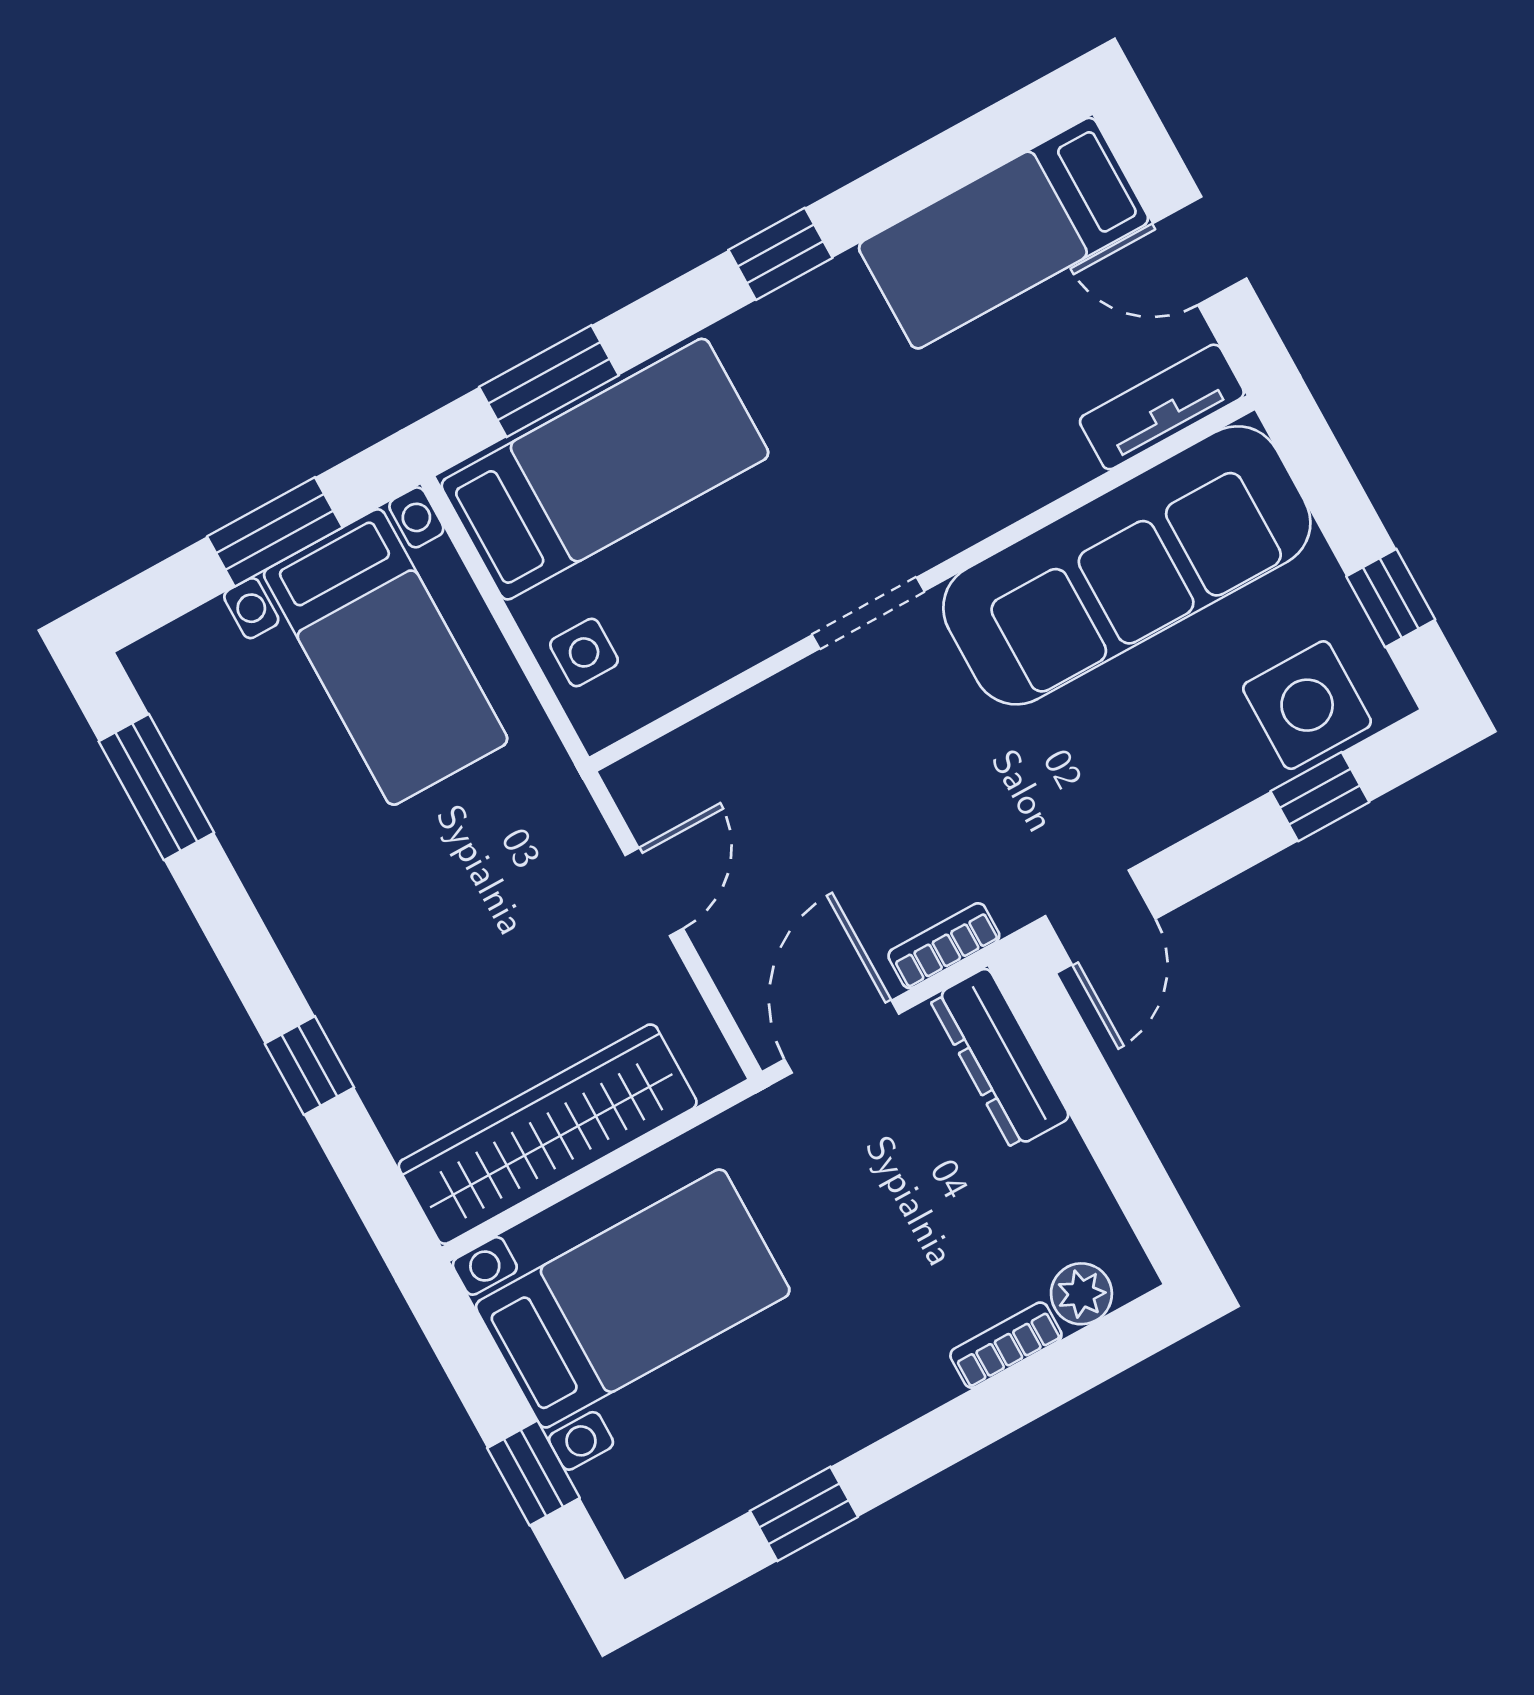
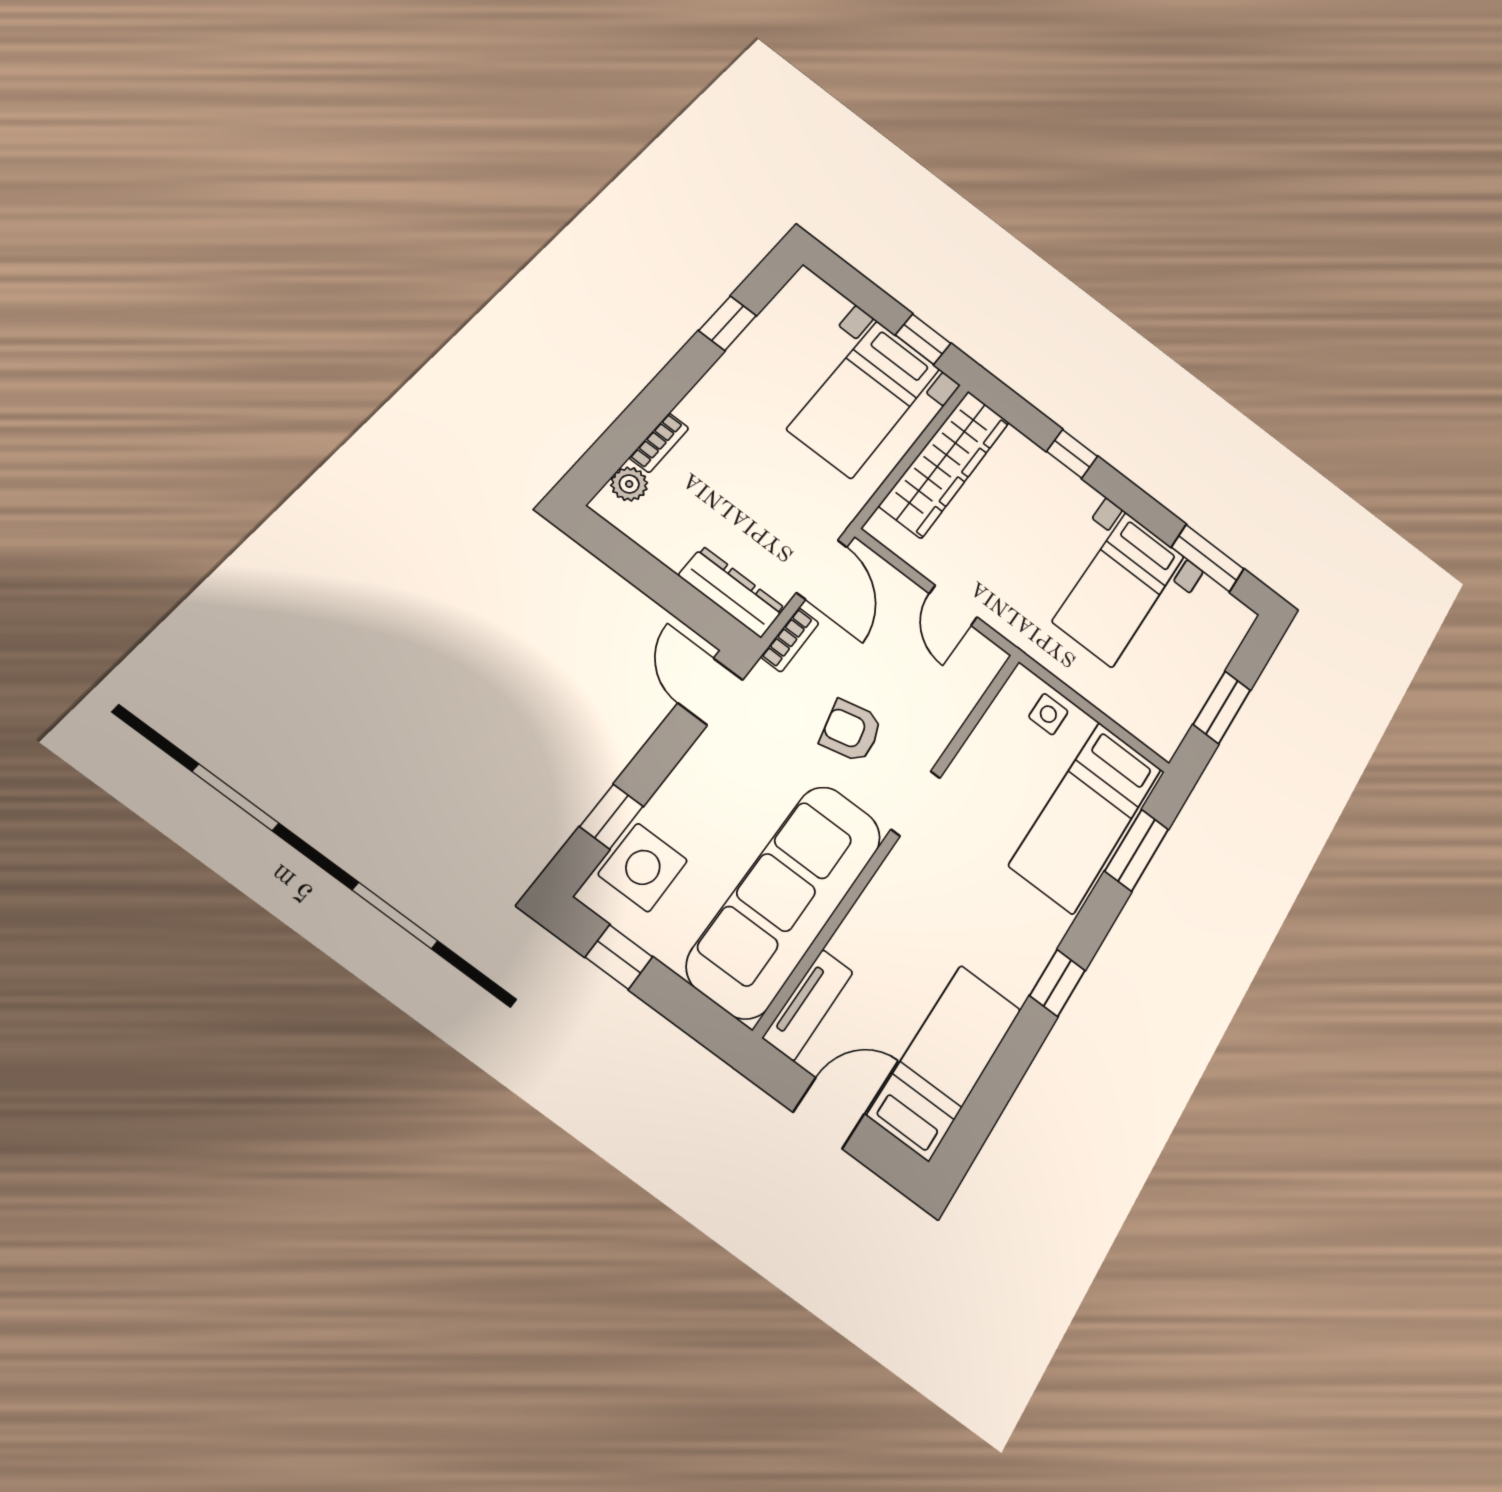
bed with nightstands: (386, 657) -> (1119, 589), moved, turned -90
armchair: (915, 765) -> (851, 731), added
window: (533, 1473) -> (923, 339), moved

